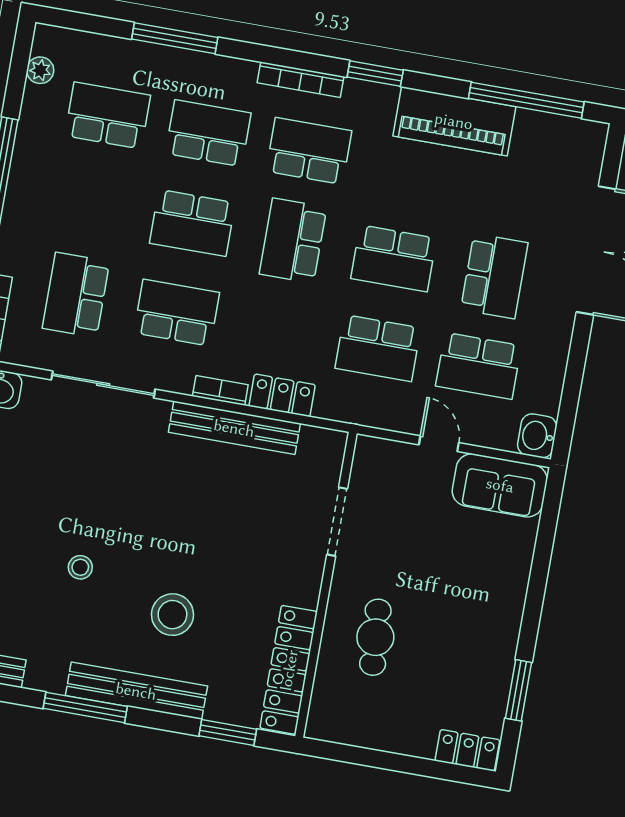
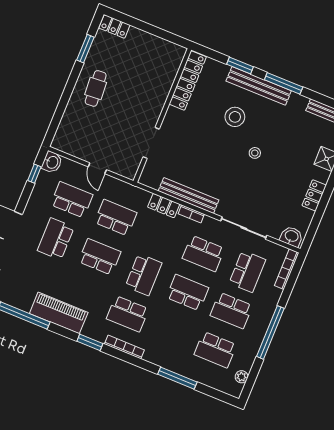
school desk: (208, 133) -> (231, 311), moved
window: (569, 404) -> (34, 174), added
sofa: (500, 485) -> (74, 143), removed
stool: (80, 567) -> (255, 153), moved
cafe table: (375, 637) -> (96, 88), moved
window: (228, 733) -> (240, 66), moved

